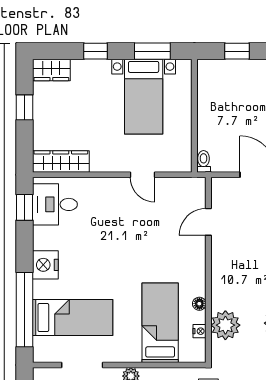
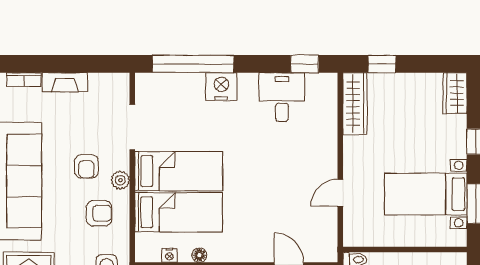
window: (25, 107) -> (382, 64), moved
desk: (55, 204) -> (282, 97), moved
nightstand: (45, 265) -> (221, 87), moved
bed: (73, 317) -> (179, 171), moved, turned -90

